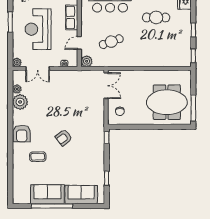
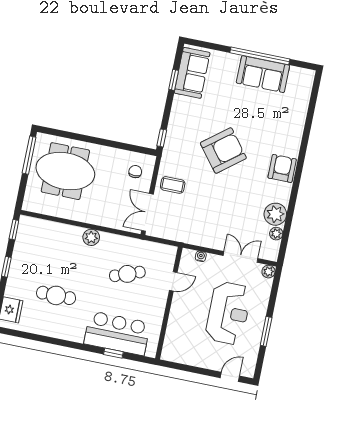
row of seats: (72, 18) -> (177, 320), removed
plant: (87, 61) -> (91, 237), moved
armchair: (64, 138) -> (223, 150), width x1.88, depth x1.88
coffee table: (38, 157) -> (173, 185), moved
sofa: (81, 195) -> (192, 73), moved, turned -90

